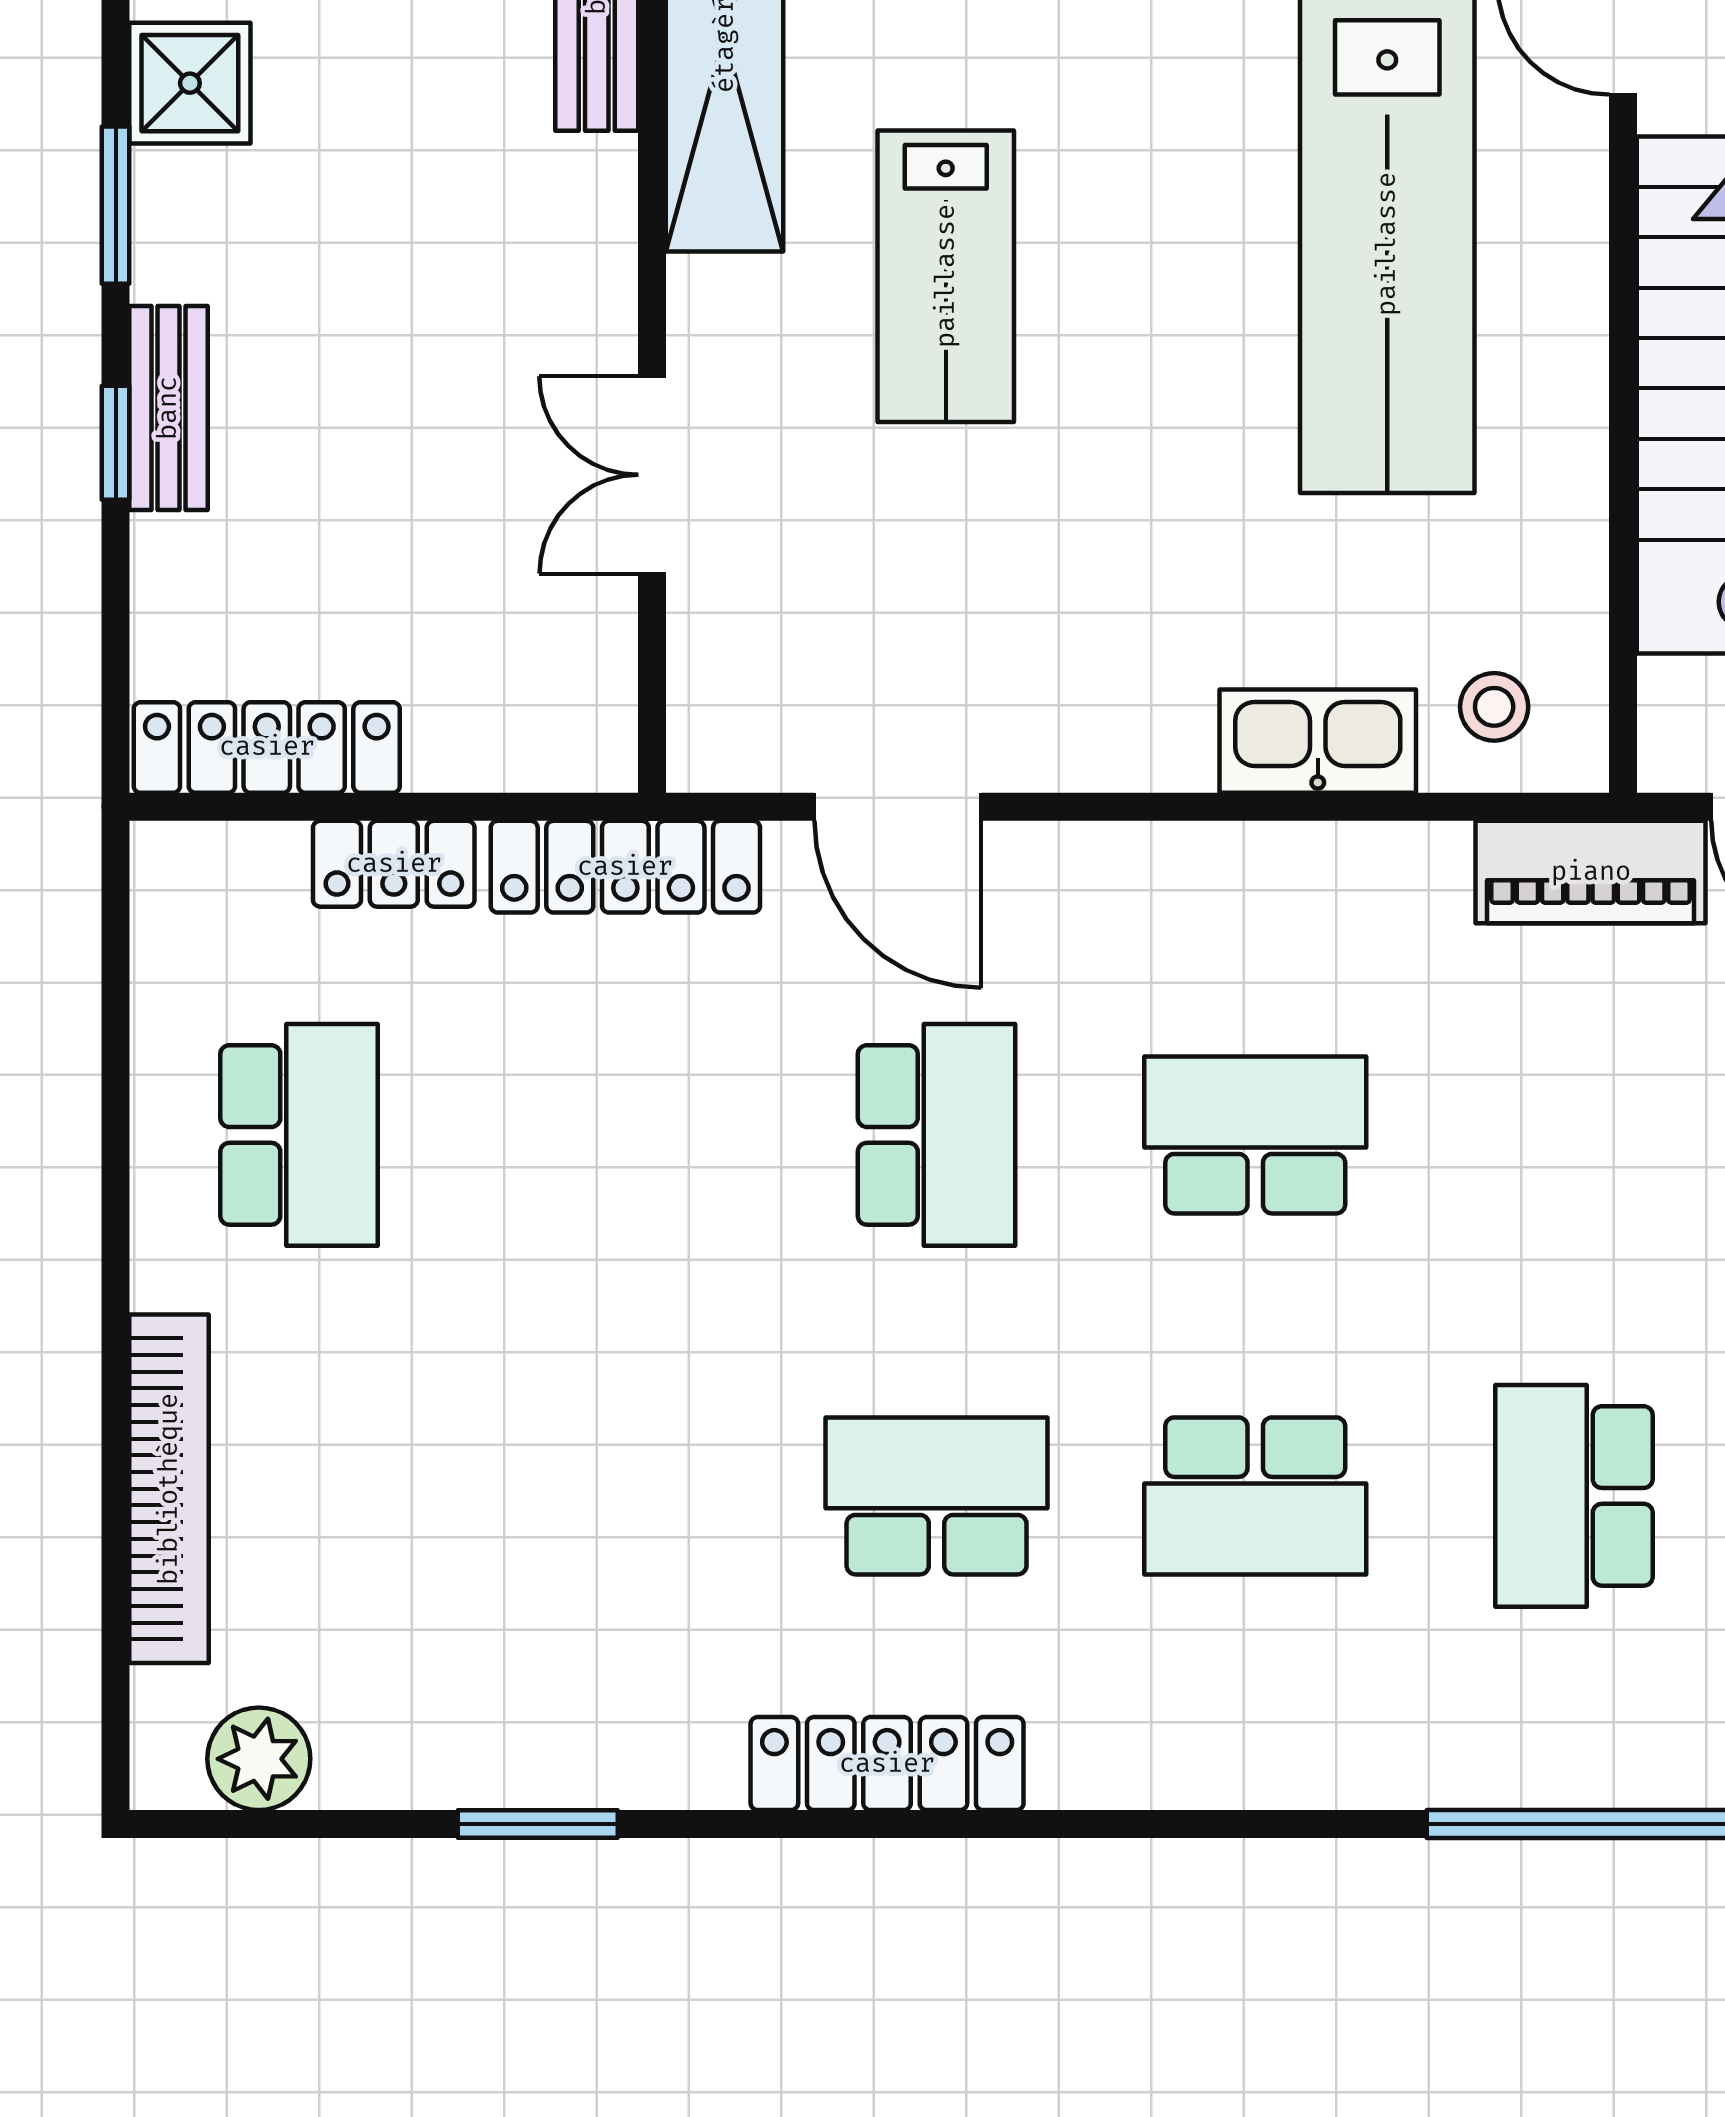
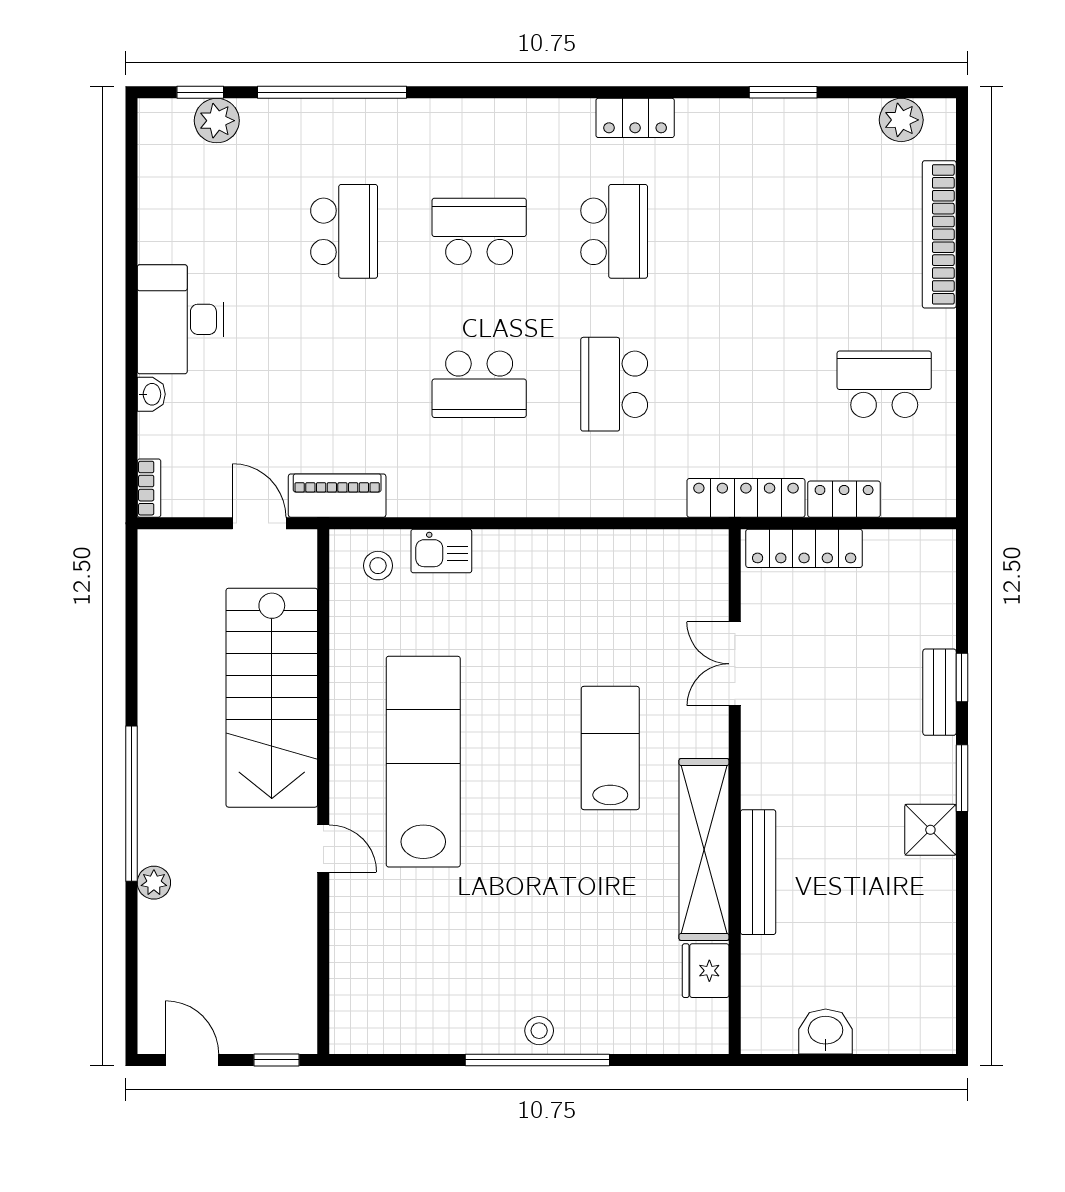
double door: (652, 475) -> (735, 664), swing flipped
kitchen sink: (1318, 741) -> (441, 551), width x0.73
locker: (267, 747) -> (804, 548), moved
door: (898, 807) -> (631, 523), removed
school desk: (299, 1135) -> (884, 384), turned 90
school desk: (937, 1496) -> (614, 231), turned -90
locker: (887, 1764) -> (635, 118), width x0.66

